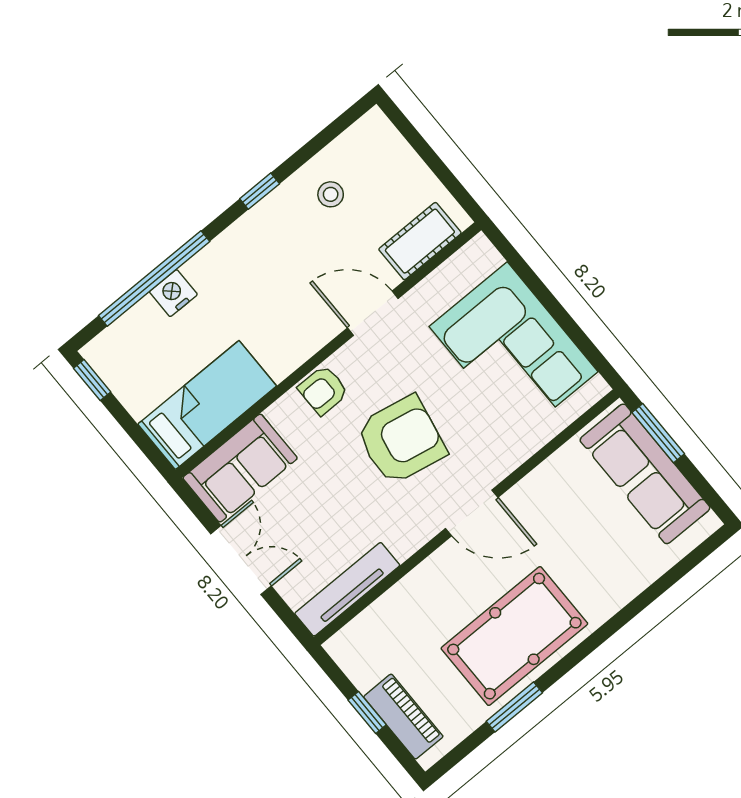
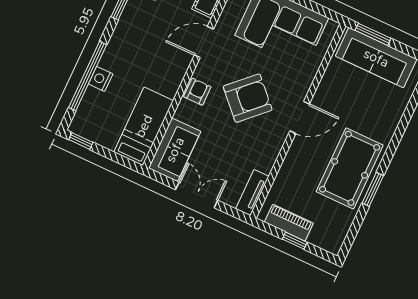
armchair: (323, 390) -> (197, 92), turned 180
armchair: (401, 440) -> (248, 98), turned 35
tv unit: (347, 589) -> (252, 193), width x0.71
window: (514, 707) -> (373, 189), moved
piano: (403, 717) -> (289, 223), moved

